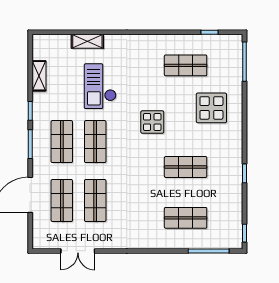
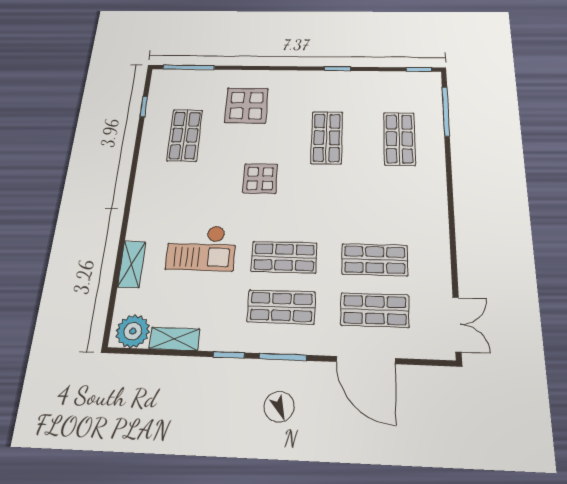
plant: (43, 49) -> (133, 331), added
double door: (78, 251) -> (457, 324), moved

